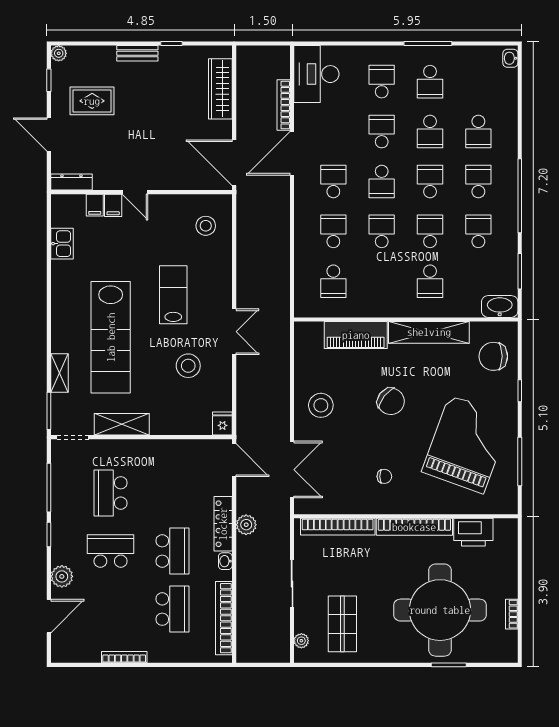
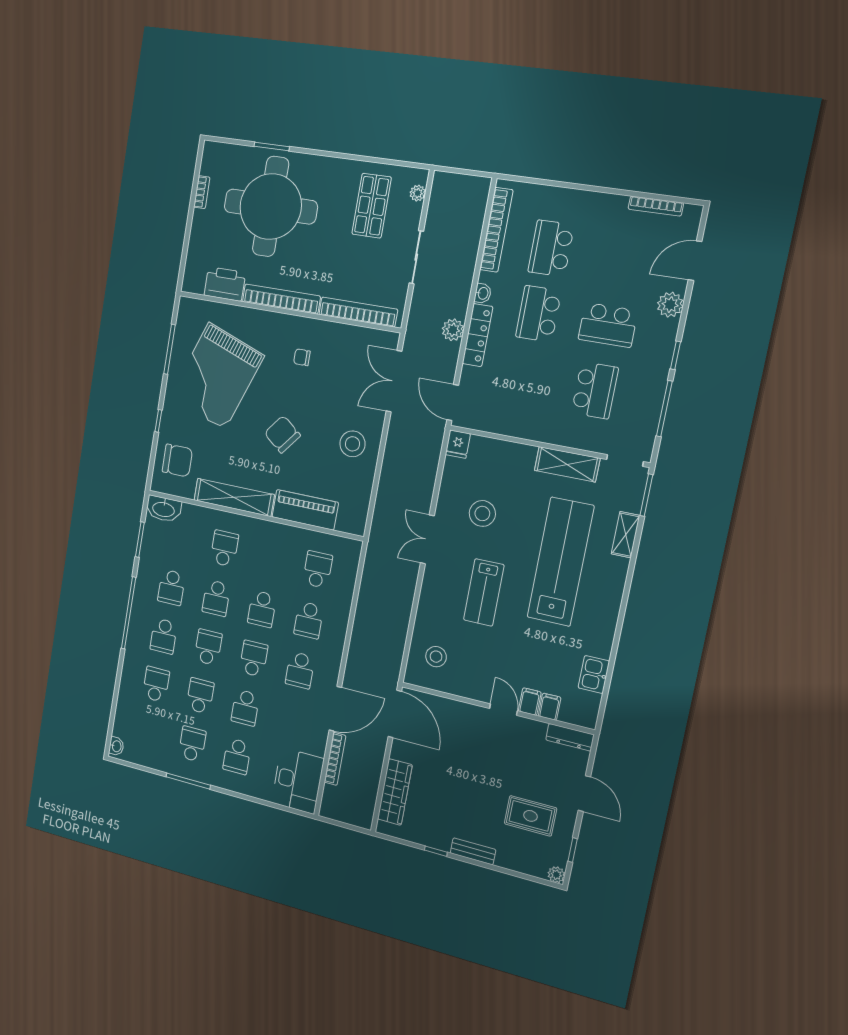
school desk: (430, 181) -> (208, 647), turned 180
bookcase: (124, 657) -> (656, 206), moved

